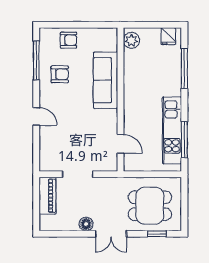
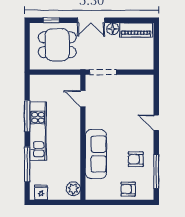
kitchen unit: (172, 130) -> (38, 131), moved
window: (184, 140) -> (27, 116), moved
doorway: (78, 174) -> (103, 72), moved
piano: (47, 196) -> (136, 30), moved, turned -90
double door: (111, 234) -> (91, 20), swing flipped

